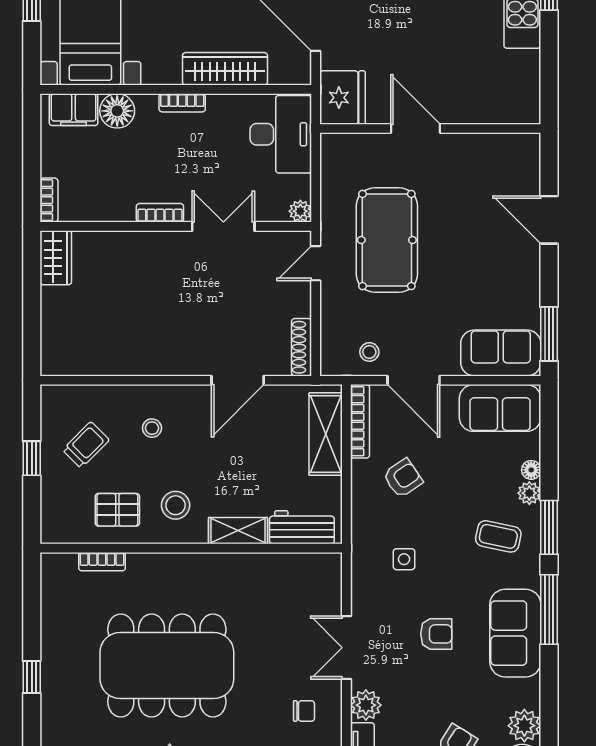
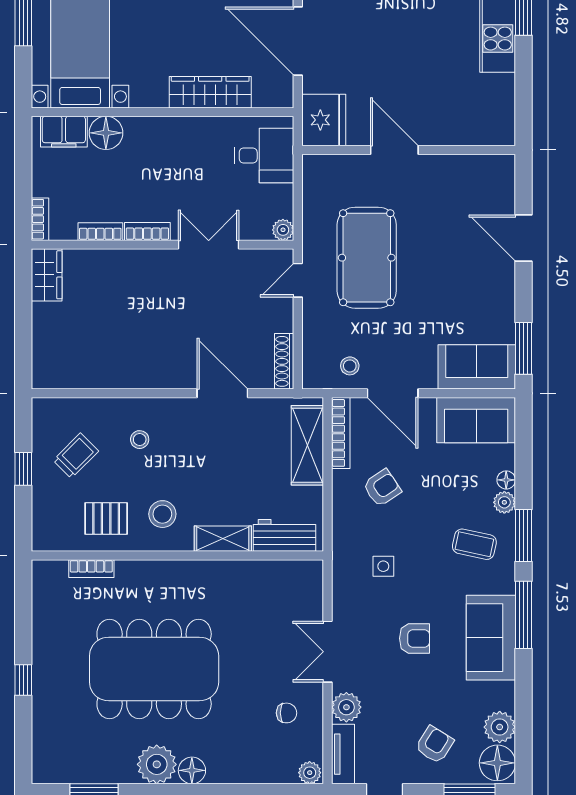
bookcase: (182, 103) -> (100, 232), moved, turned 180
desk: (281, 134) -> (264, 155), width x0.73
door: (238, 380) -> (222, 393), swing flipped

